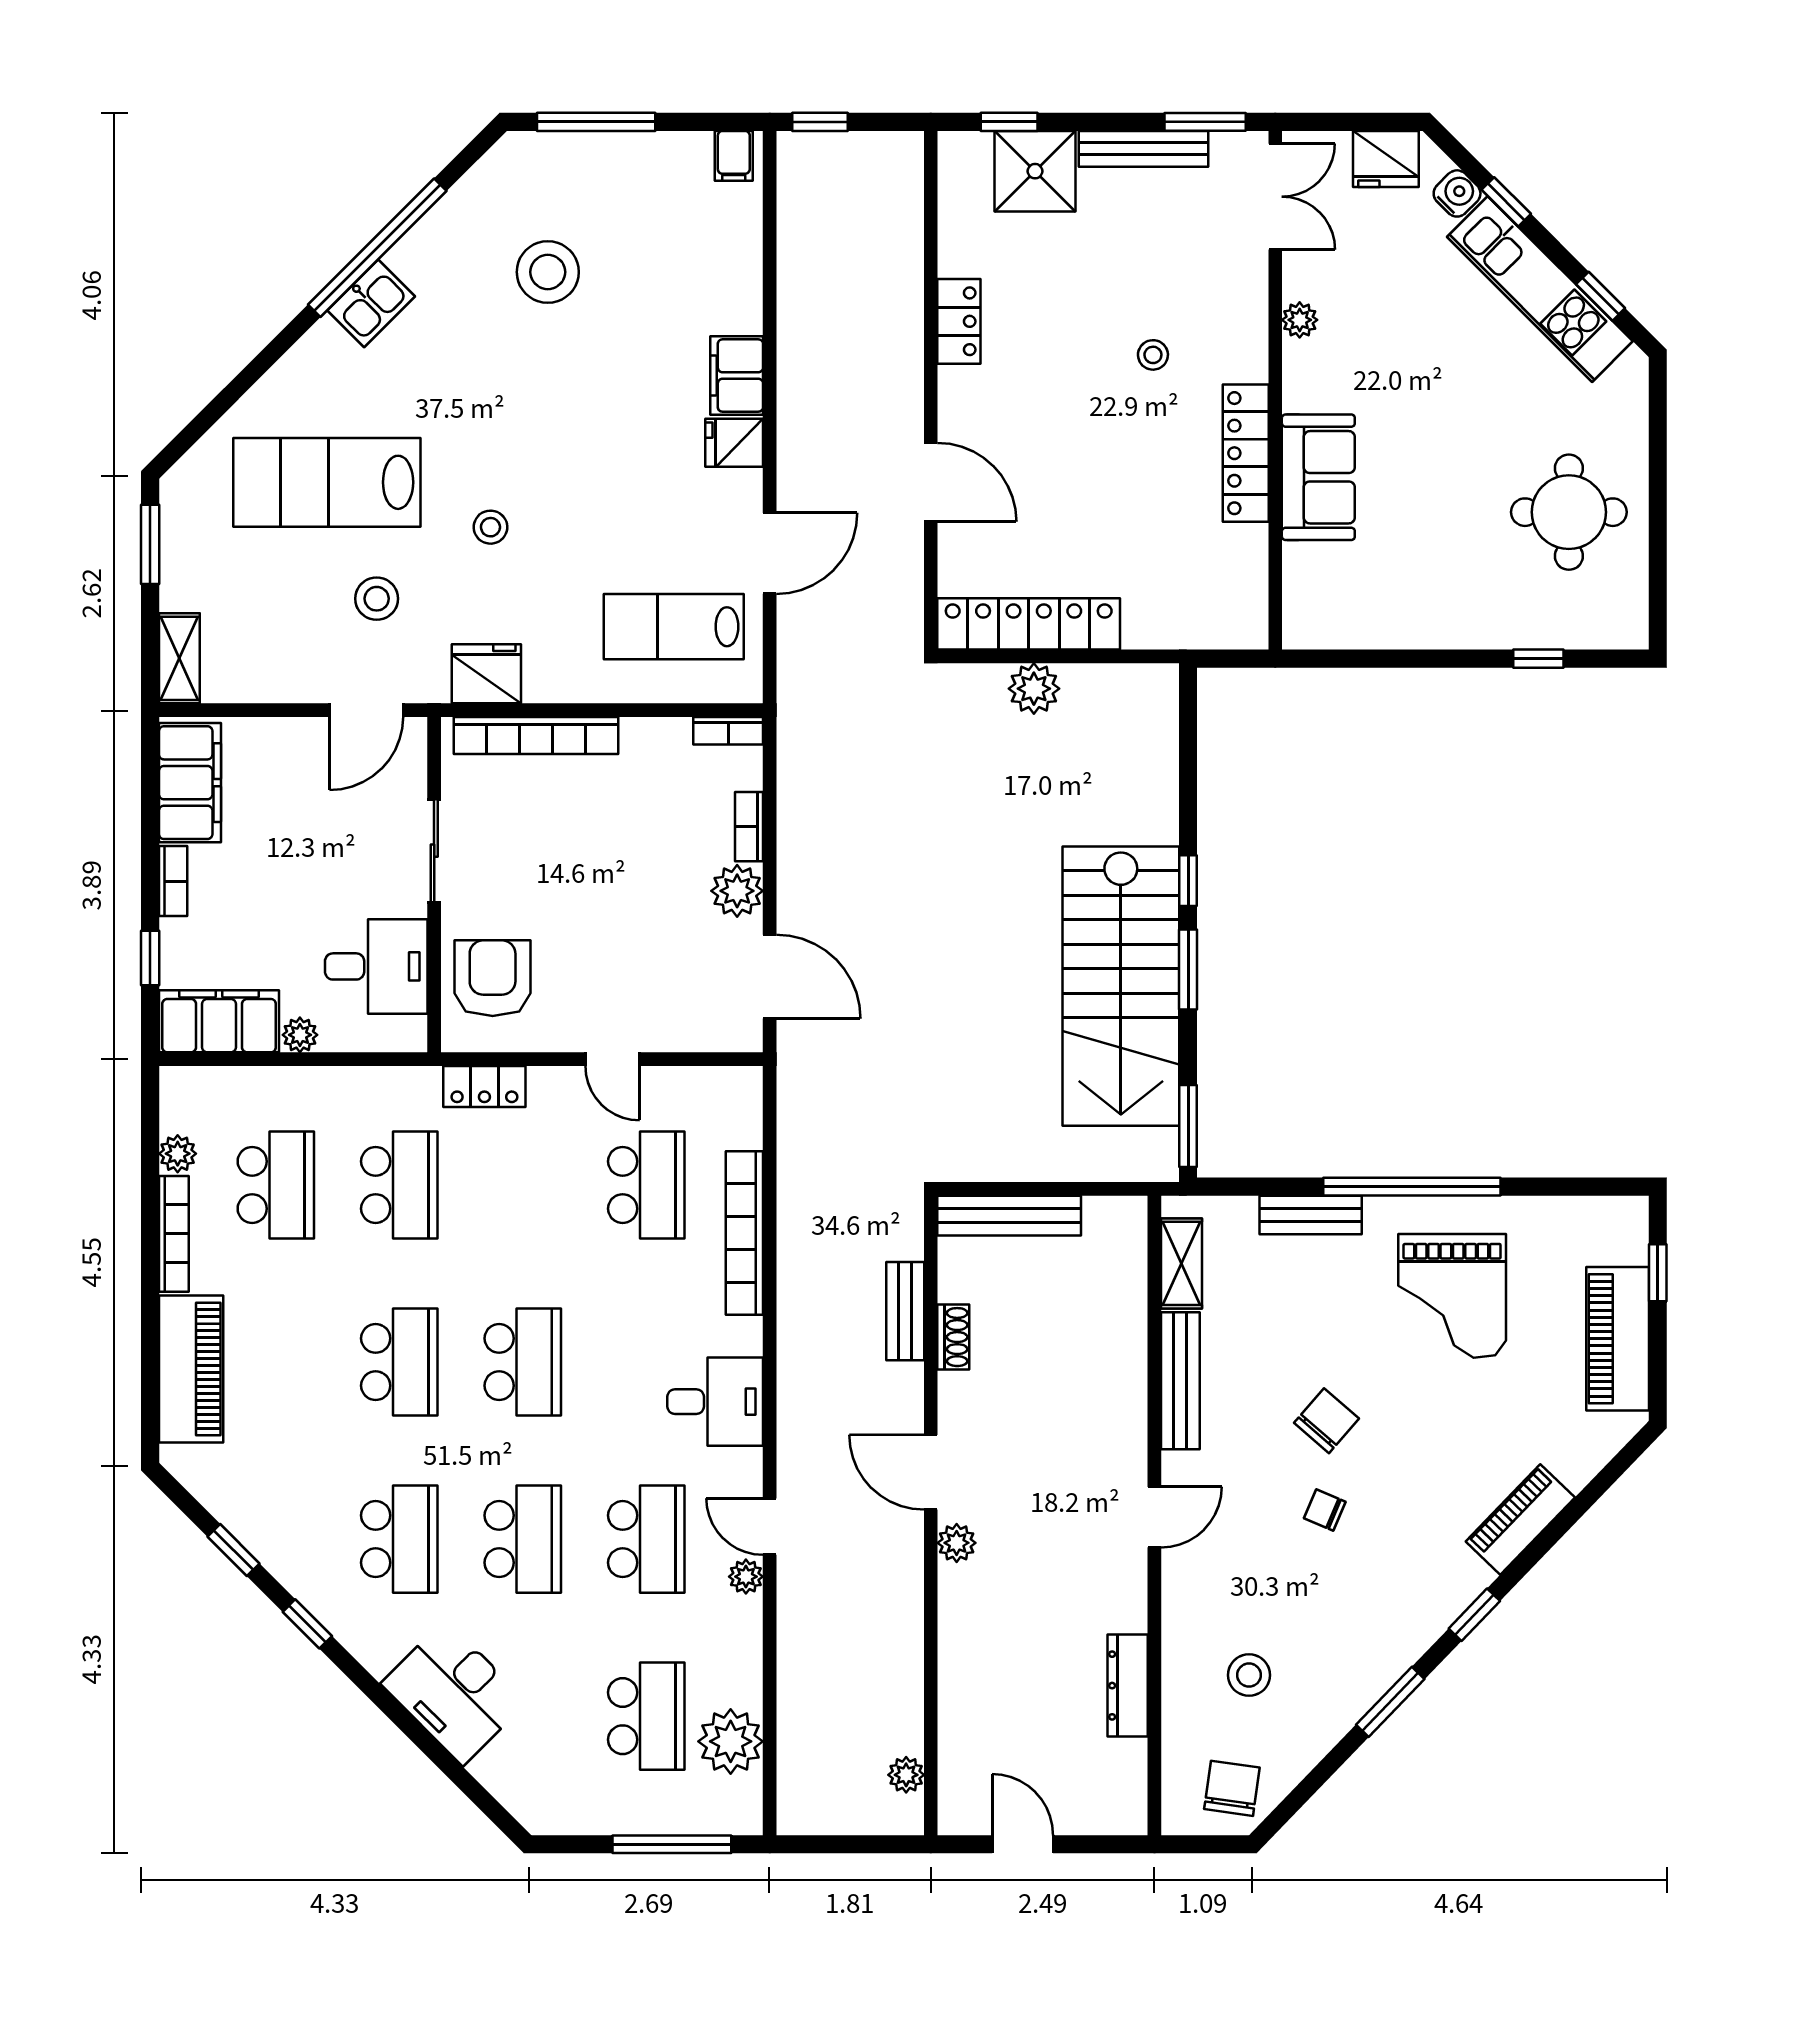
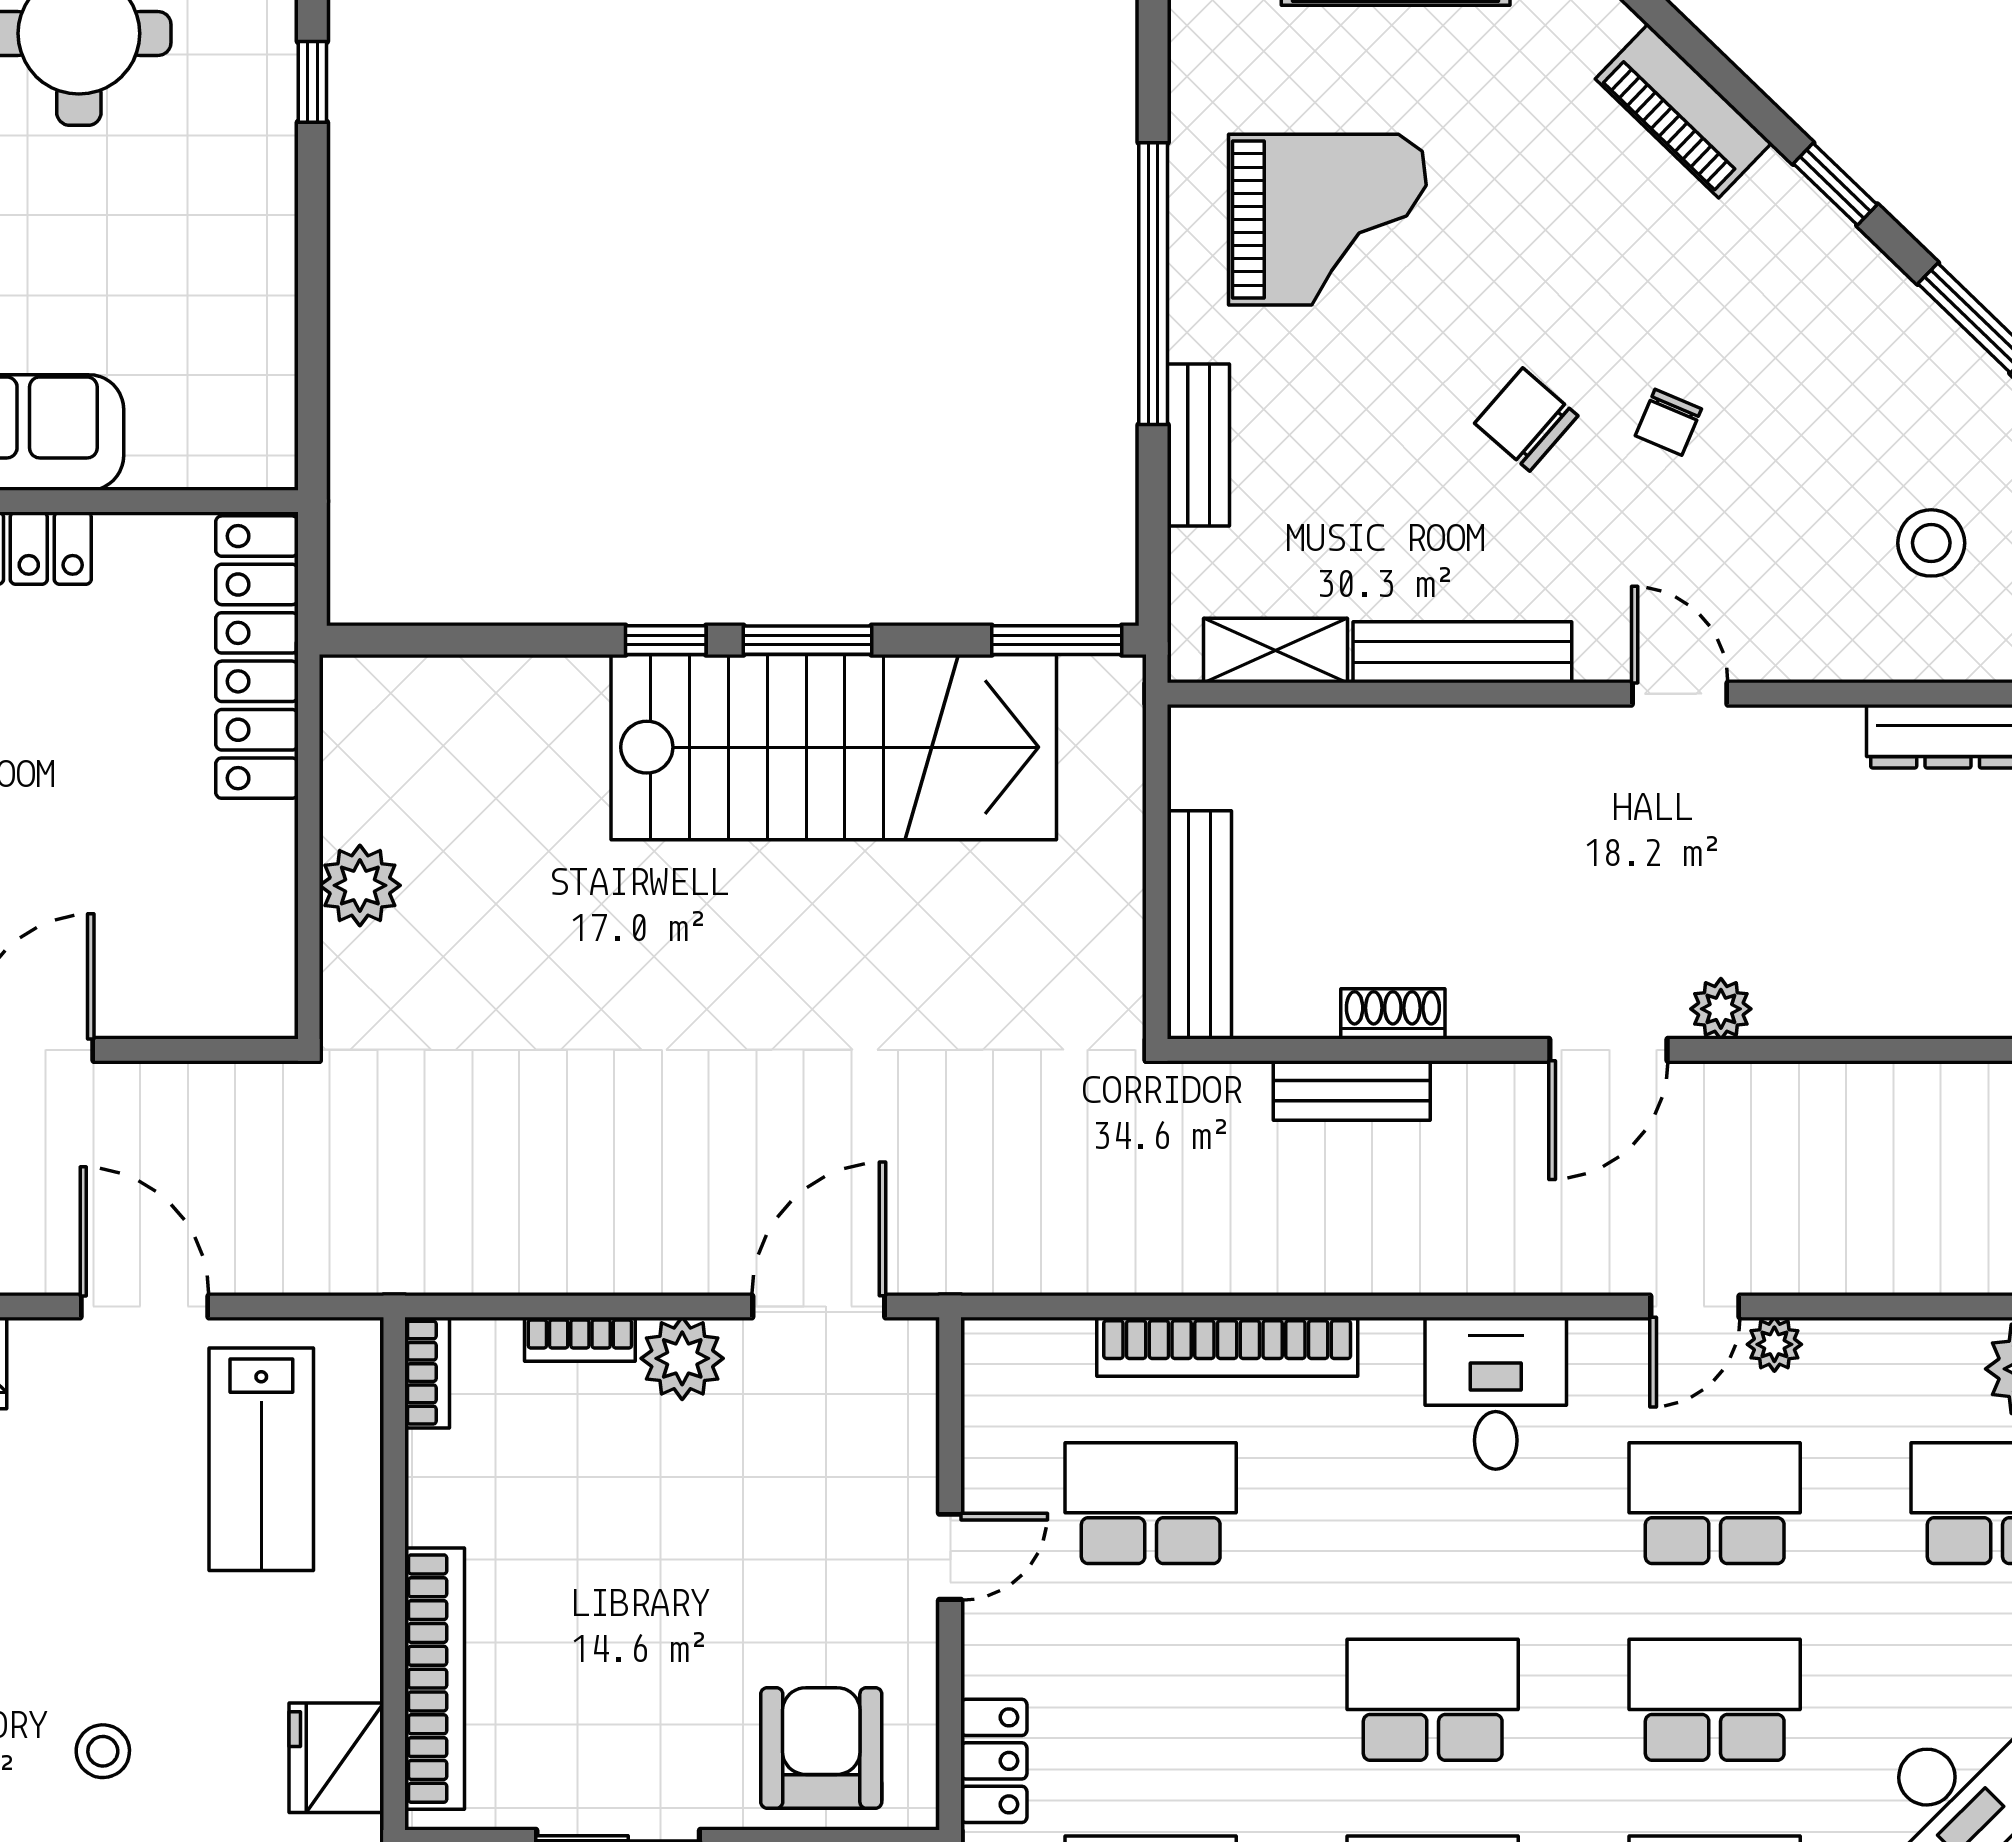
locker: (1029, 624) -> (257, 657), moved
armchair: (493, 978) -> (821, 1748), turned 90

